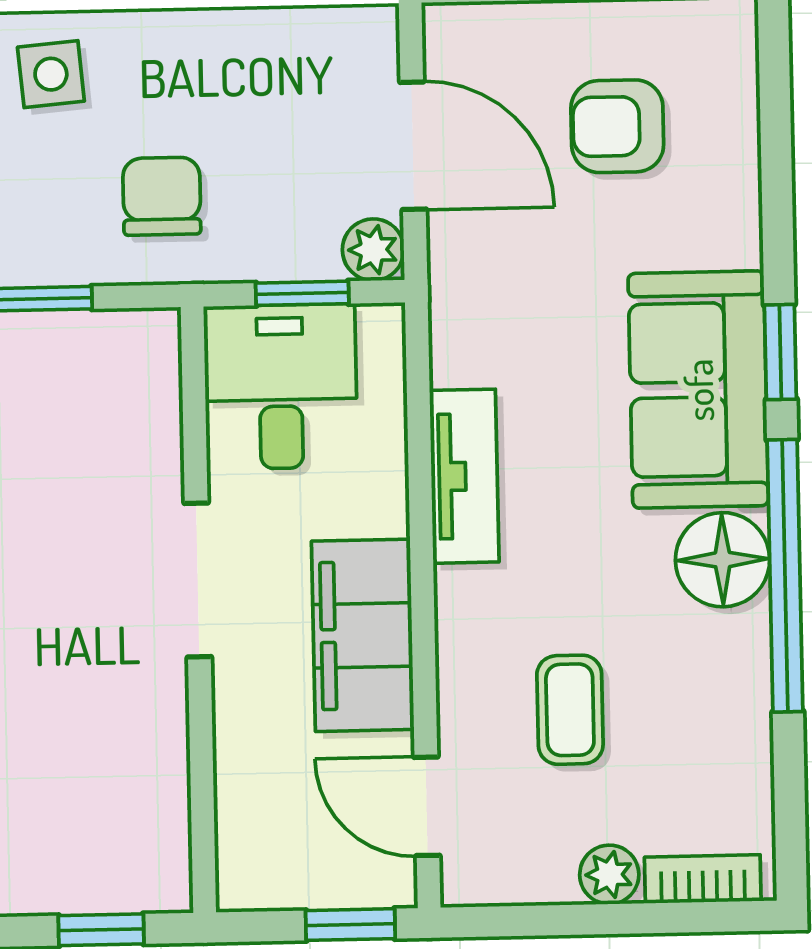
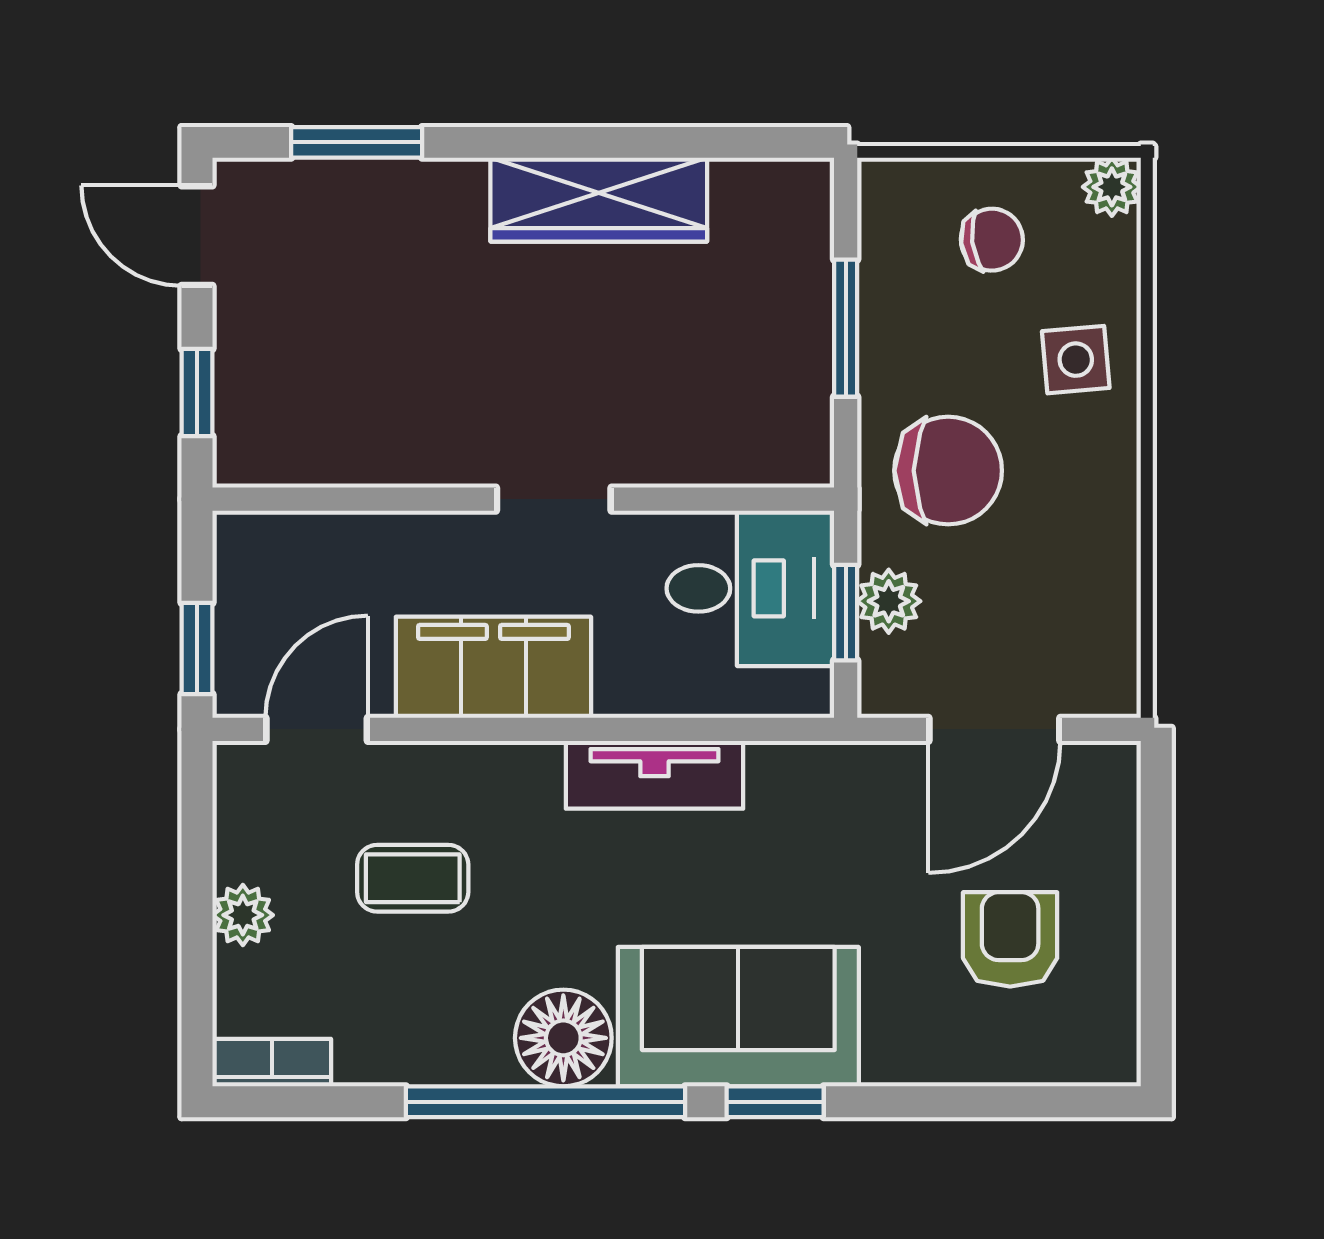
chair: (162, 196) -> (948, 471), width x1.37, depth x1.37
plant: (373, 250) -> (889, 601), moved
doorway: (198, 580) -> (554, 499), width x0.73
bookcase: (703, 879) -> (272, 1063), moved, turned -90

